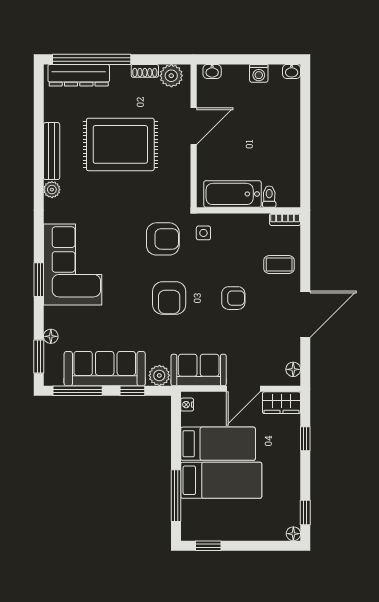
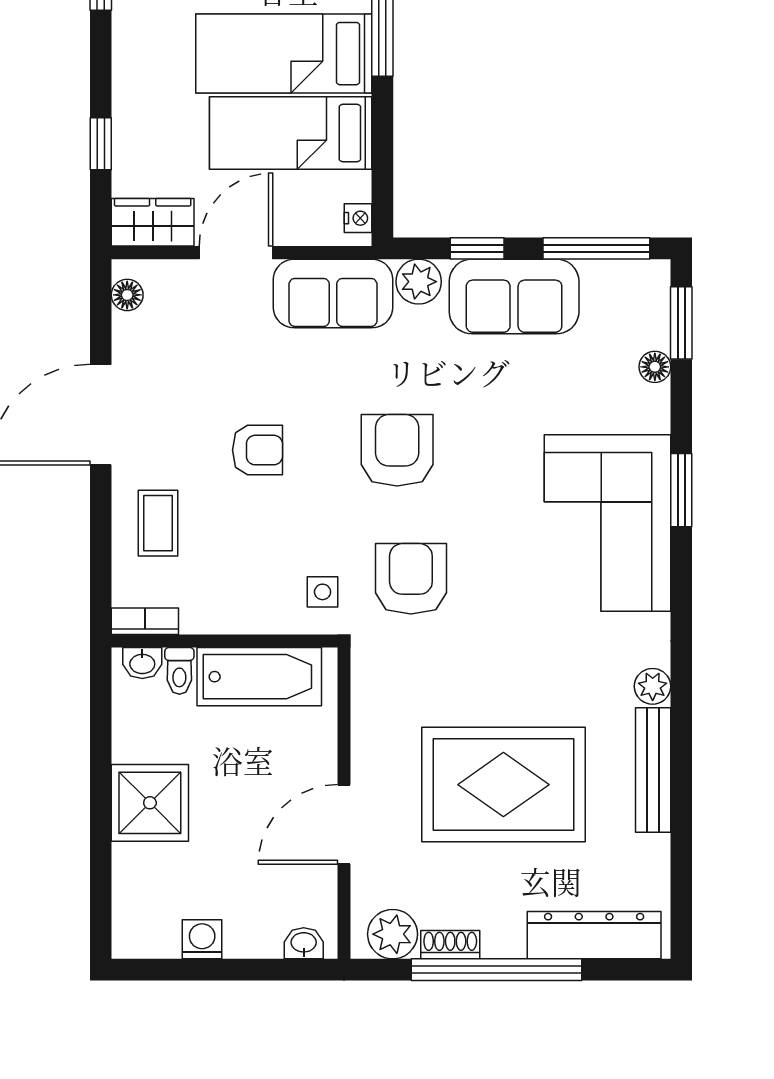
window: (92, 59) -> (497, 970), moved
washbasin: (292, 71) -> (142, 663), moved, turned 180
shower: (283, 136) -> (150, 803), added
armchair: (163, 239) -> (411, 579), turned 90
coffee table: (279, 265) -> (158, 523), turned 90
armchair: (233, 298) -> (257, 450), turned 180
sofa: (105, 369) -> (514, 296), width x0.73

